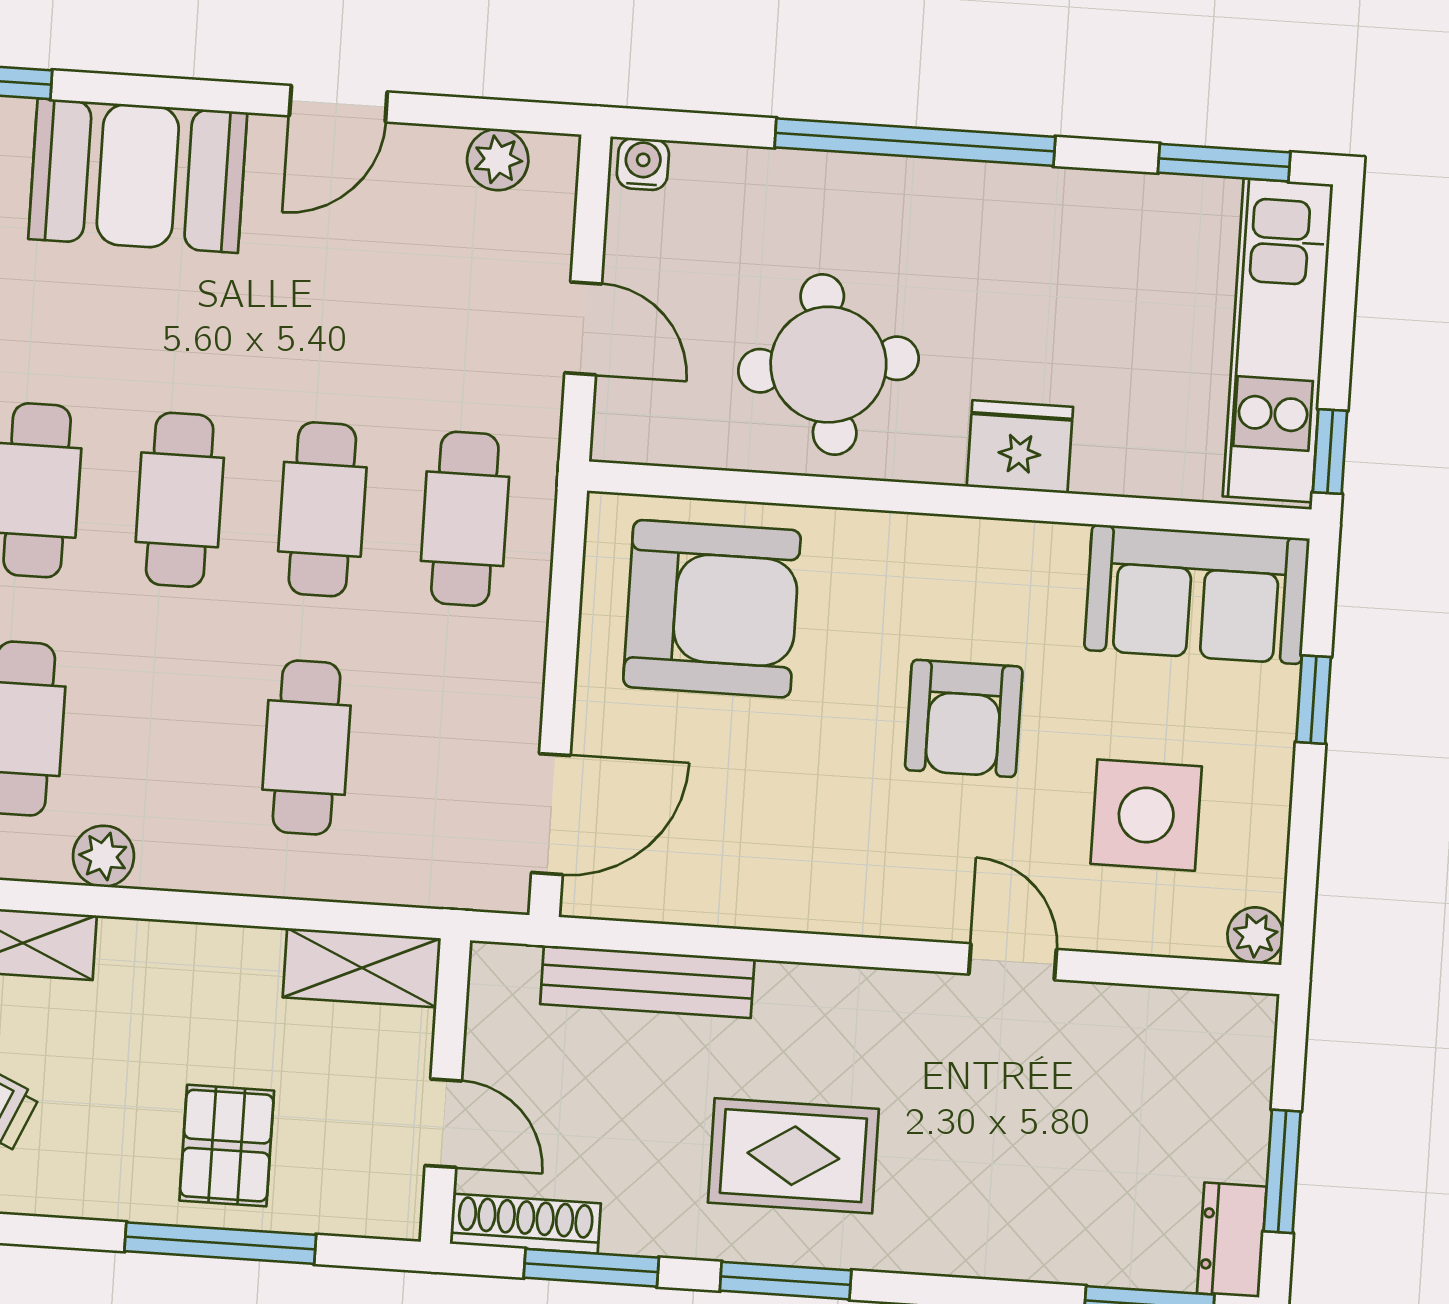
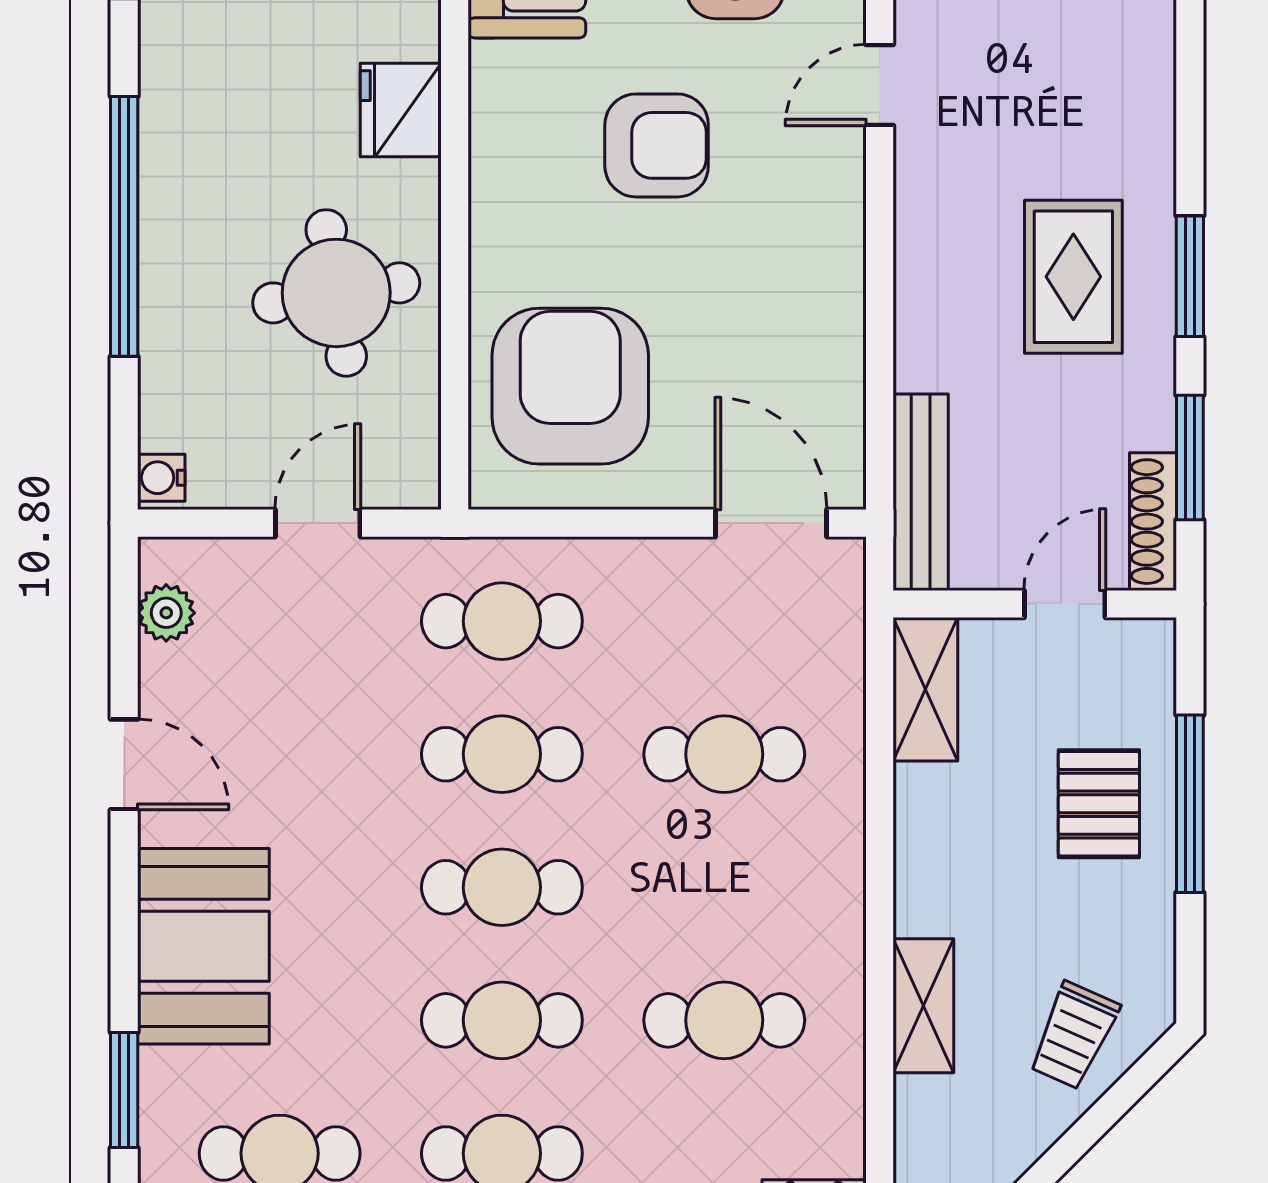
plant: (103, 856) -> (838, 936), removed
bench: (647, 982) -> (921, 492), moved
pallet: (227, 1146) -> (1099, 804), turned 90

